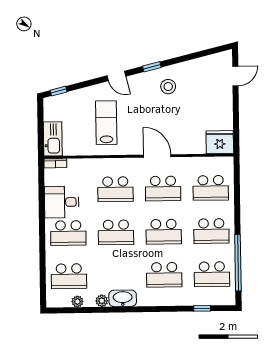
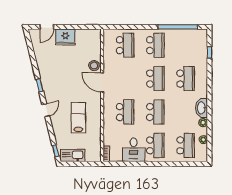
door: (235, 76) -> (47, 27), swing flipped
stool: (168, 87) -> (94, 66), moved
lab bench: (106, 123) -> (78, 118), turned 90
kitchen sink: (53, 139) -> (73, 155), moved
fridge: (220, 142) -> (65, 37), moved, turned -90
door: (157, 156) -> (102, 82), hinge flipped
school desk: (163, 189) -> (125, 79), removed
school desk: (212, 274) -> (186, 45), removed

